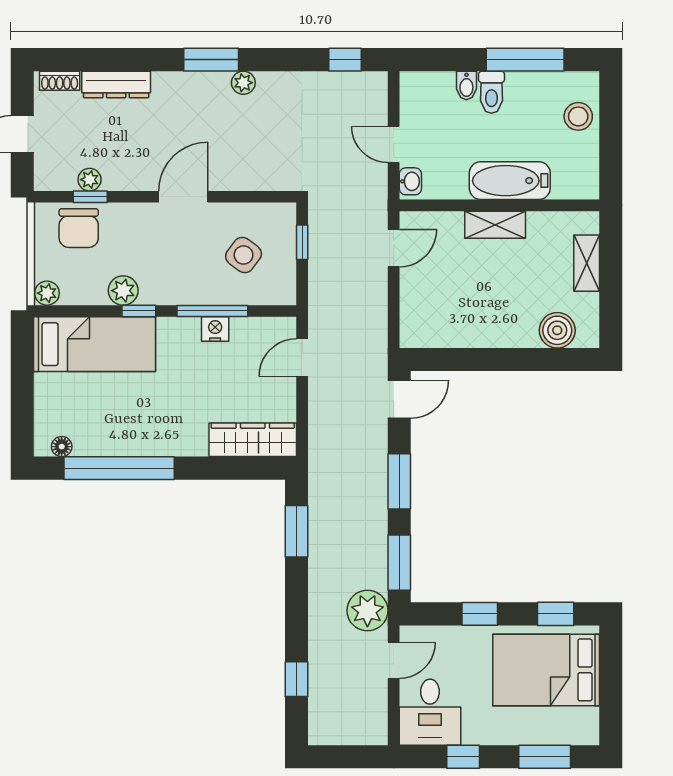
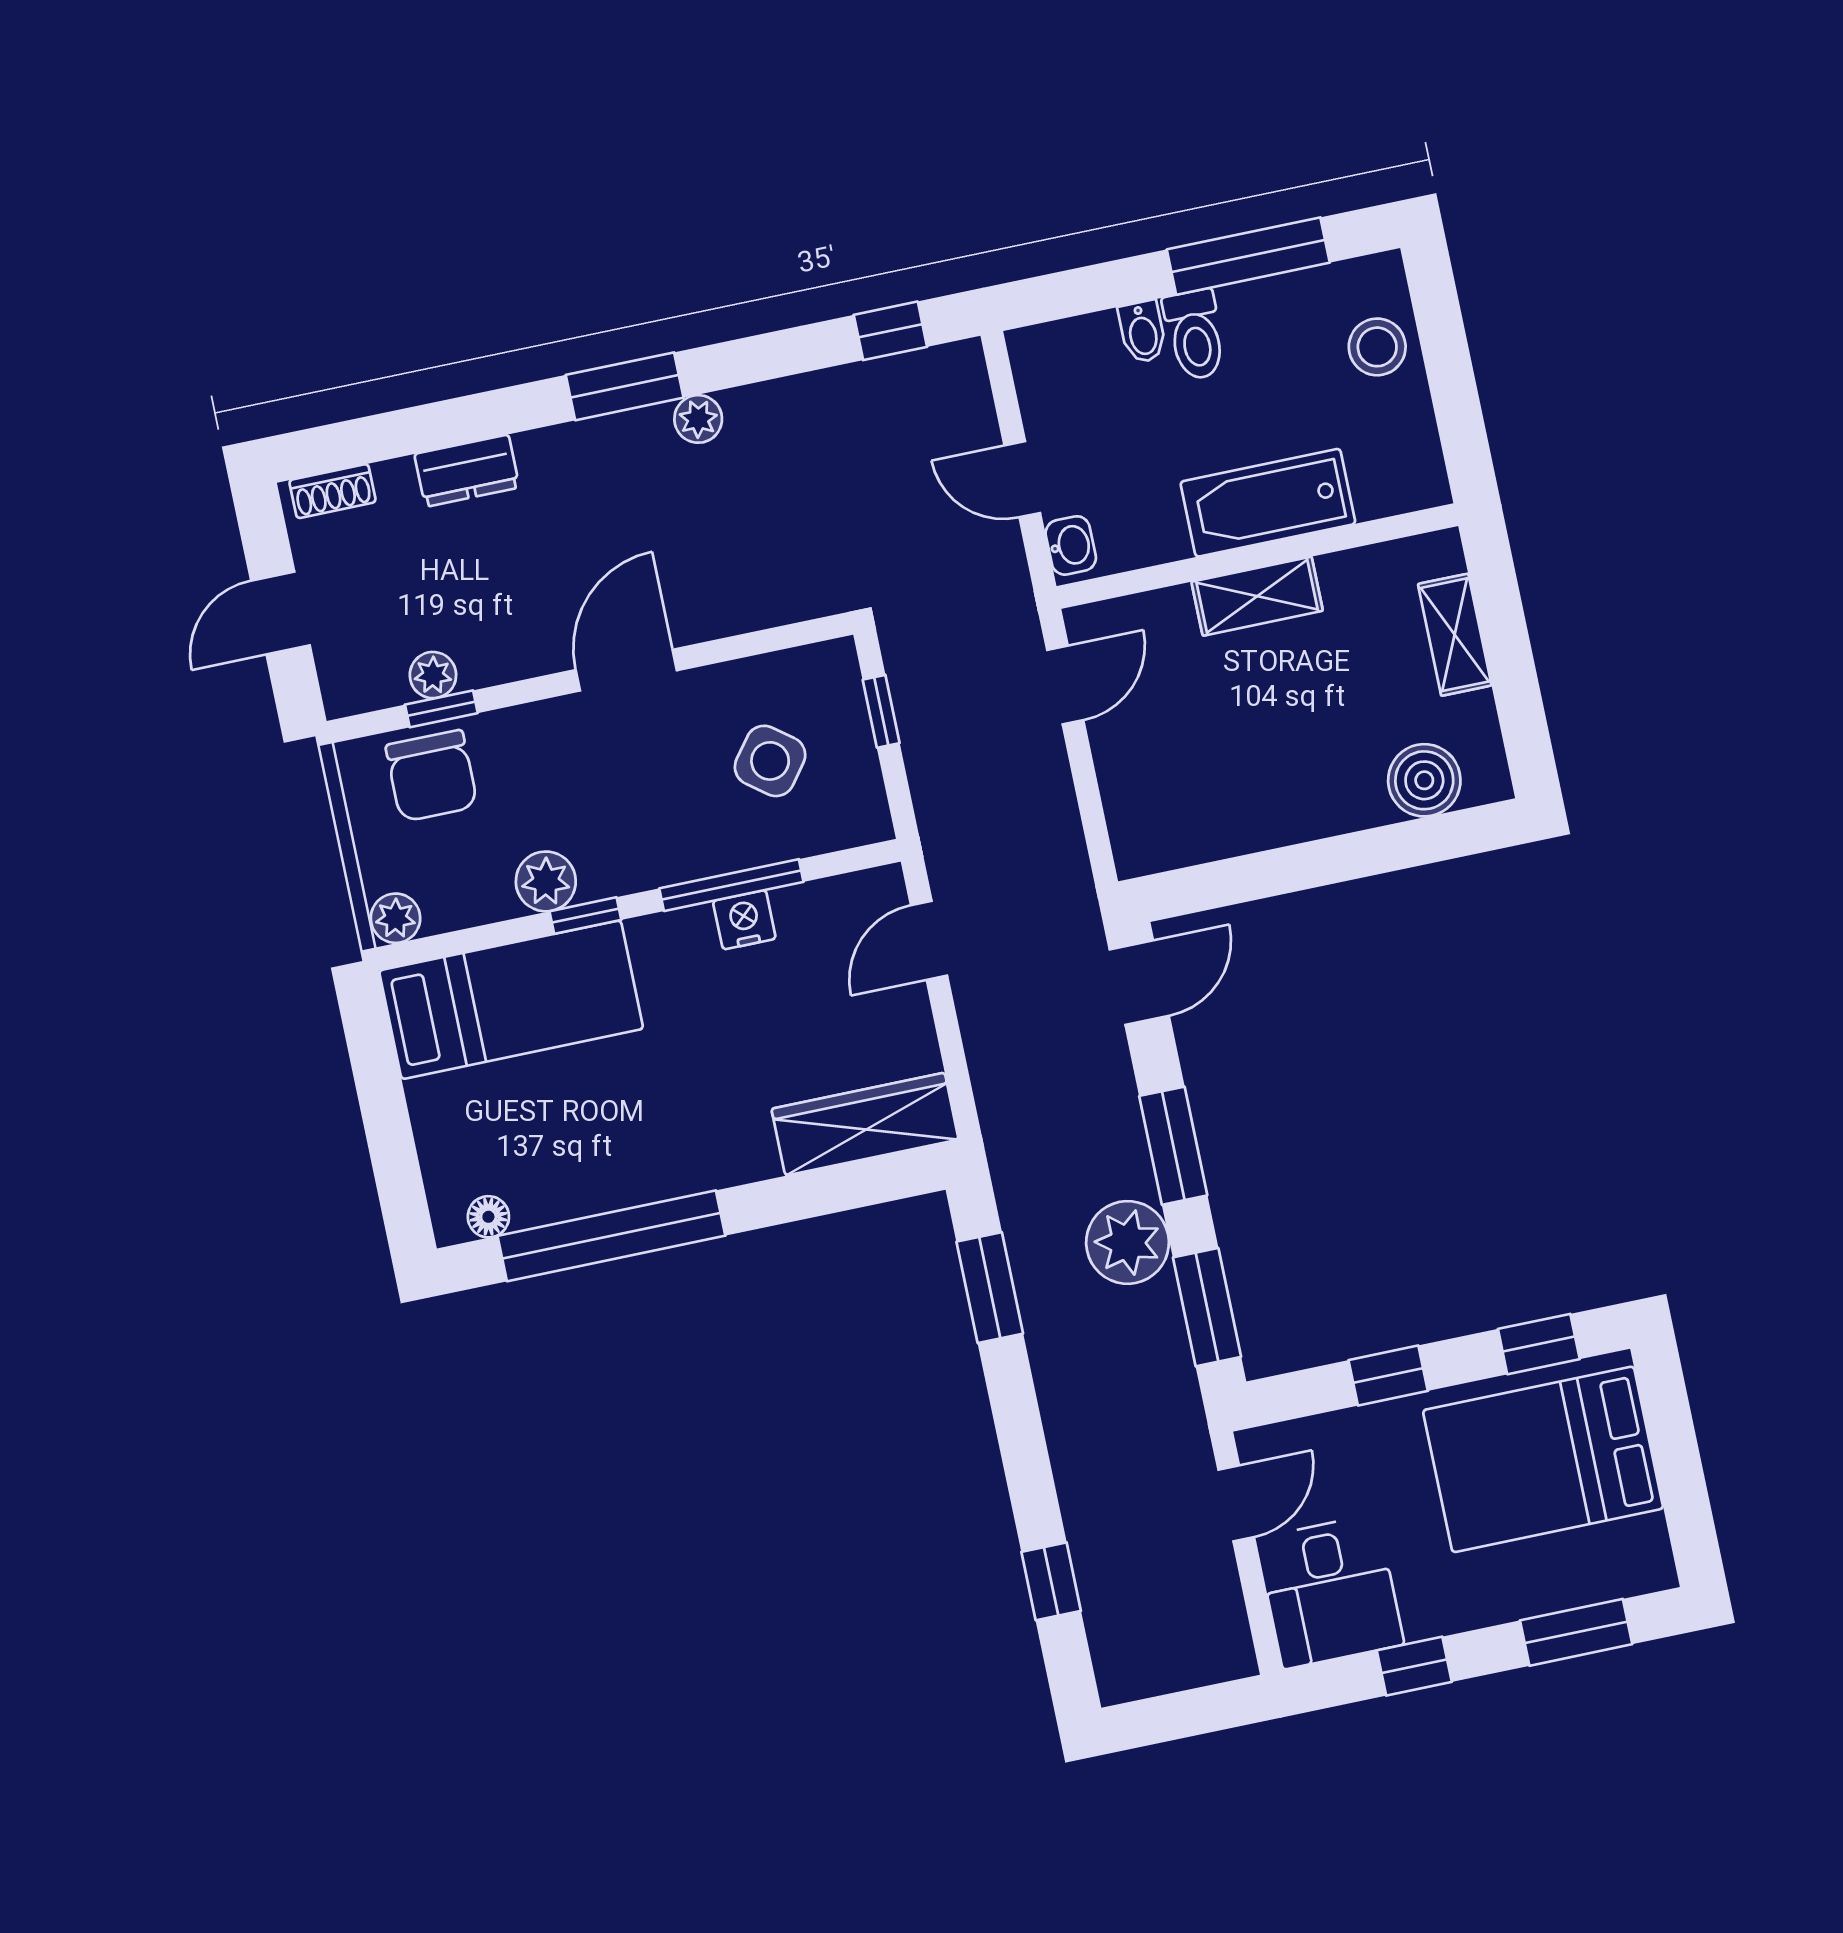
dresser: (116, 84) -> (467, 471), width x0.70
plant: (367, 611) -> (1128, 1242), moved

